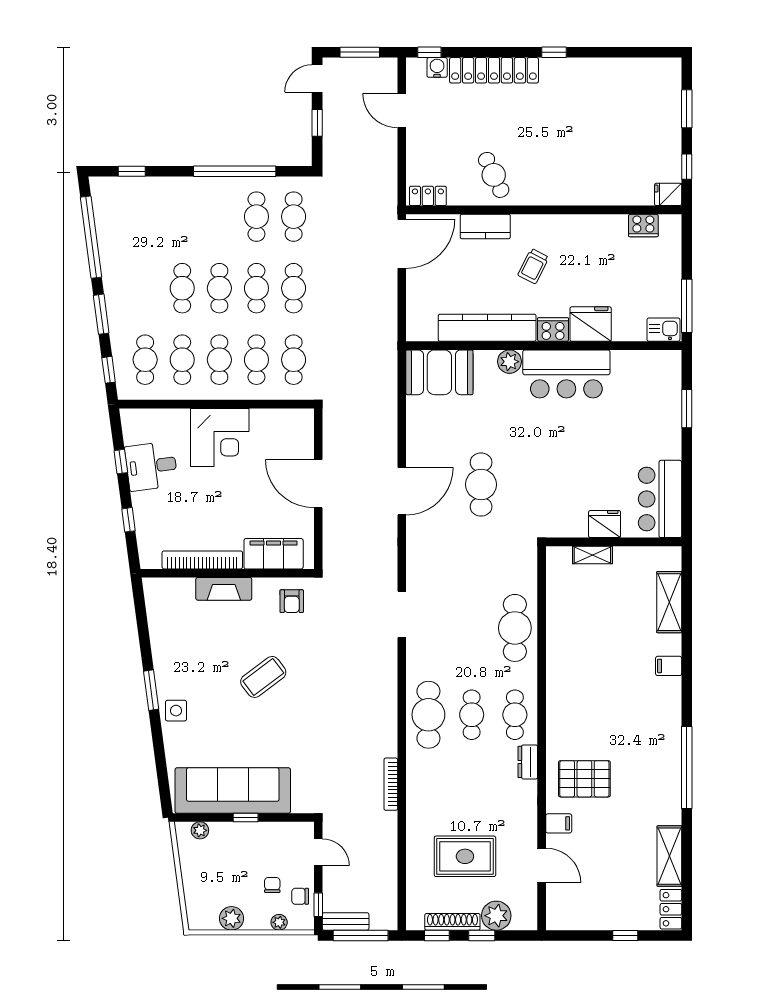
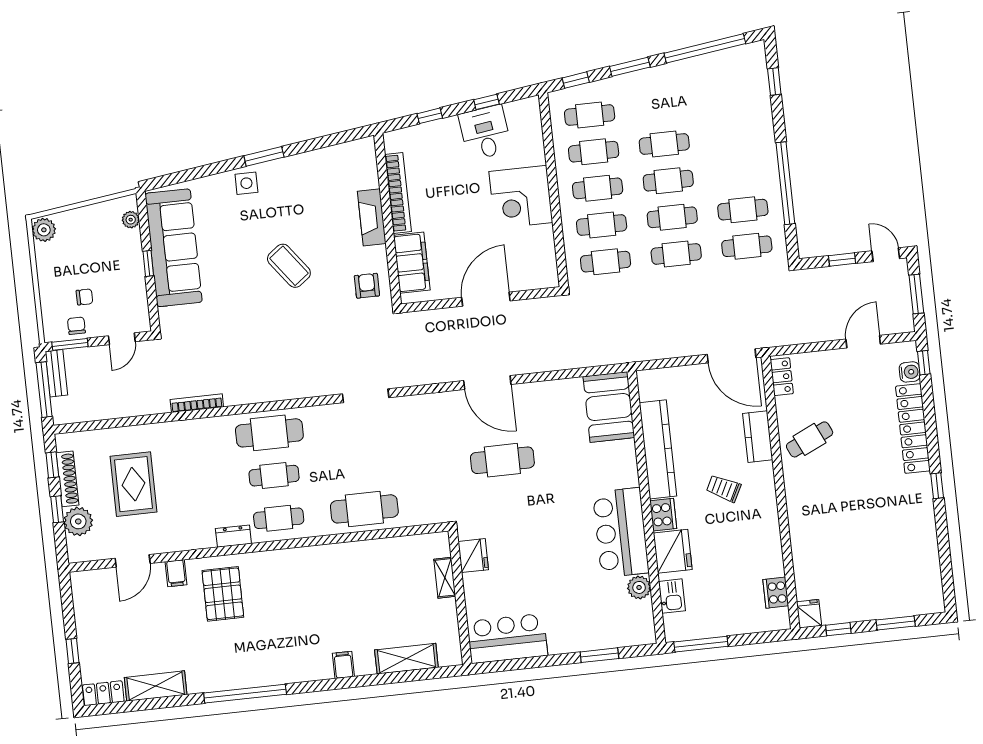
kitchen sink: (663, 330) -> (672, 596), moved
plant: (510, 362) -> (639, 587), moved
fridge: (605, 524) -> (473, 556), moved
armchair: (292, 601) -> (367, 286), turned 90
window: (318, 905) -> (70, 344), width x1.50
plant: (232, 918) -> (44, 230), moved
plant: (279, 922) -> (48, 308), removed

